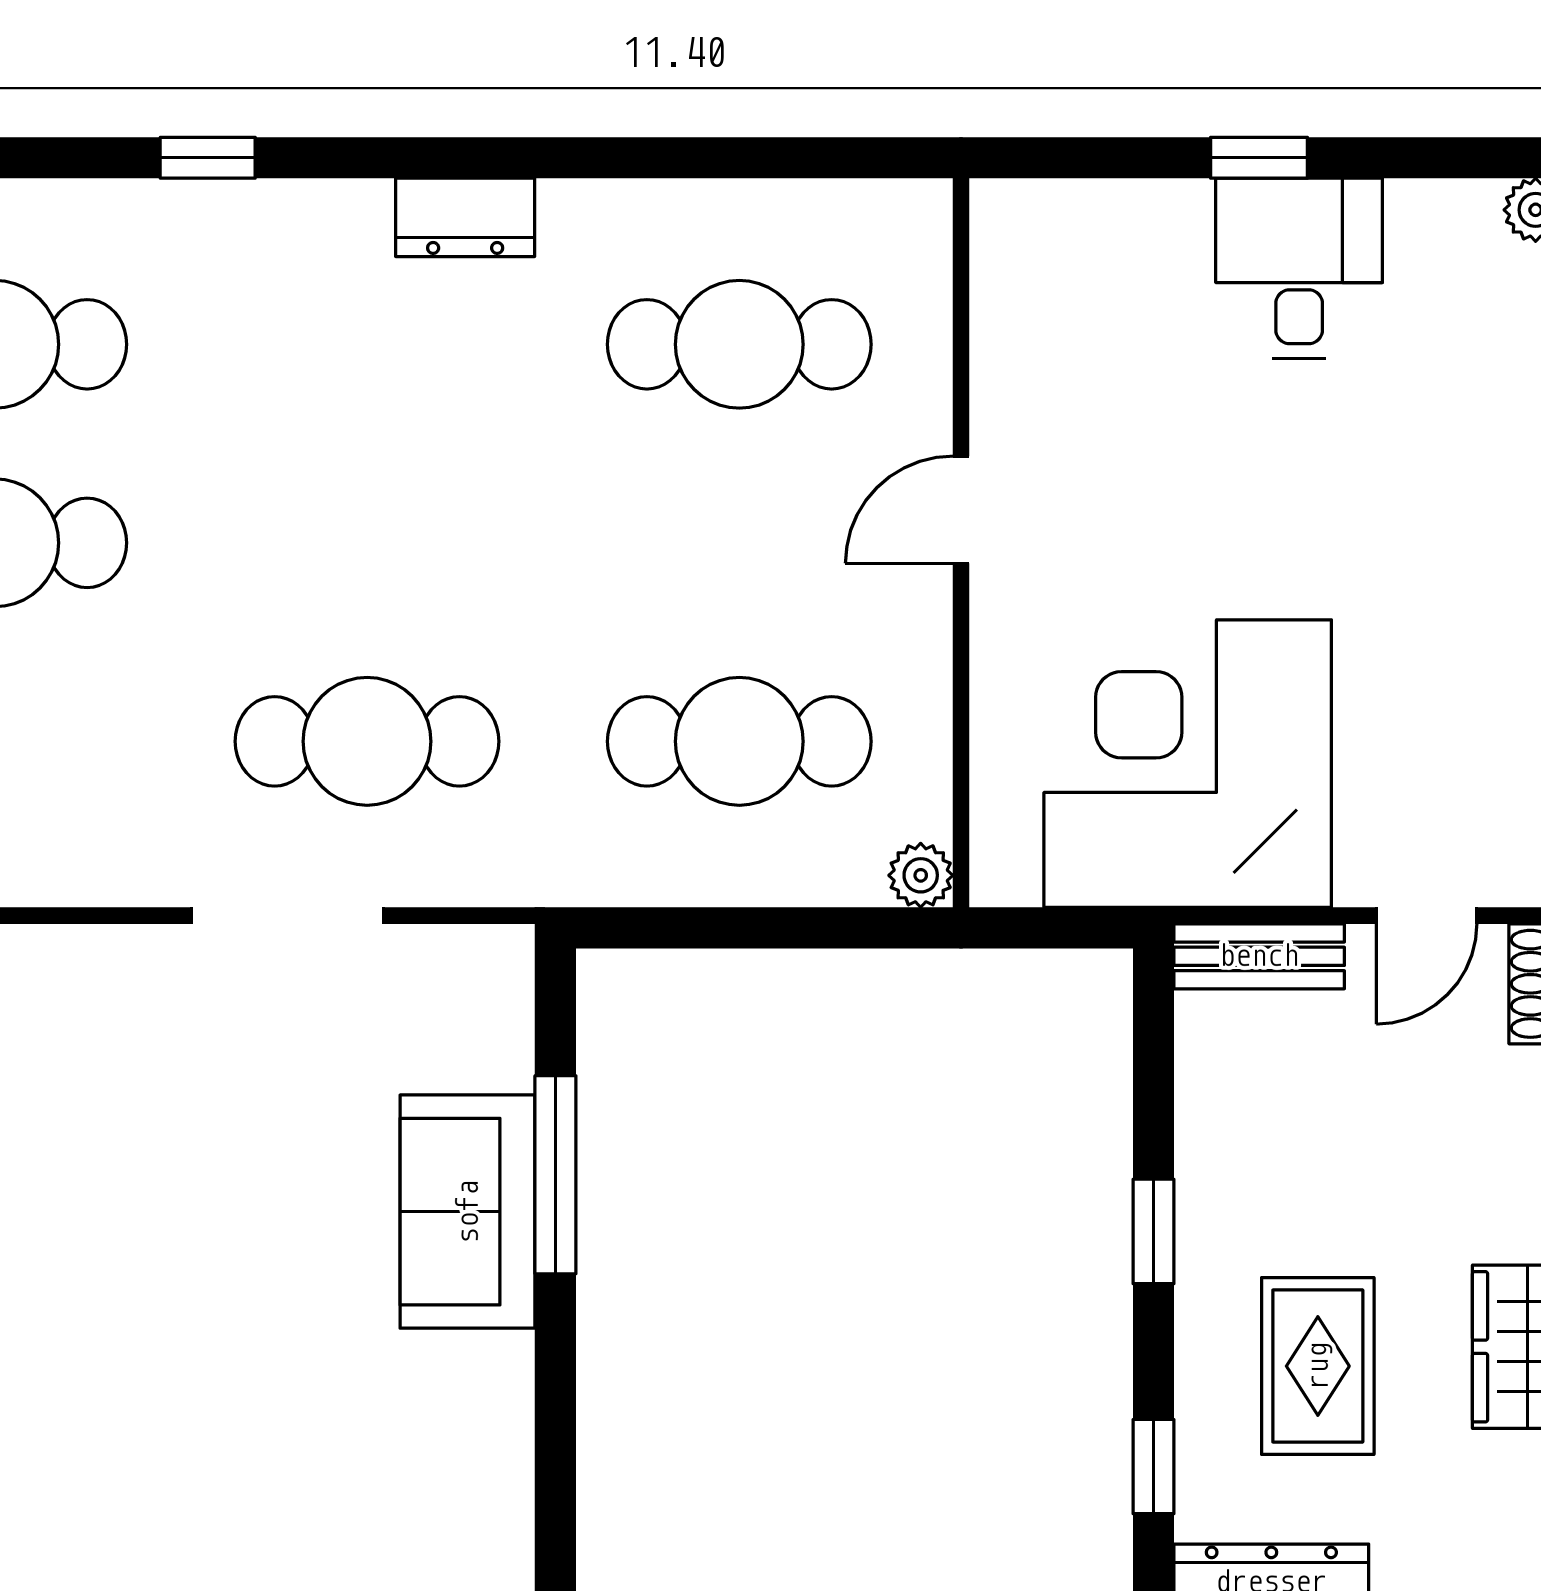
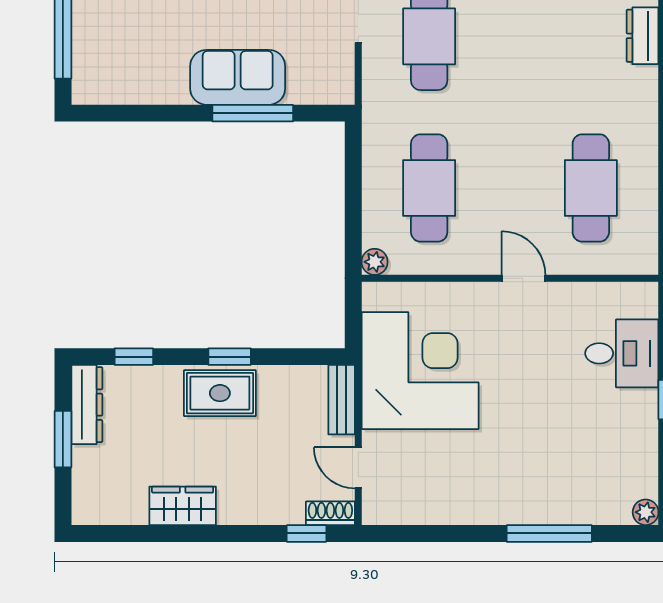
dresser: (465, 217) -> (642, 36), moved
desk: (1299, 268) -> (622, 353), moved
rug: (1318, 1366) -> (220, 393), moved

